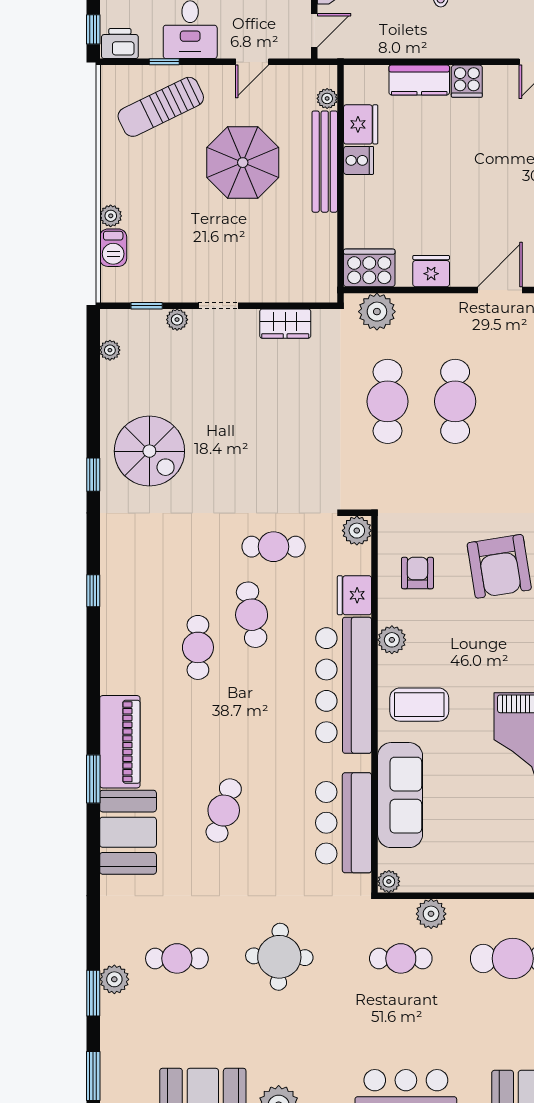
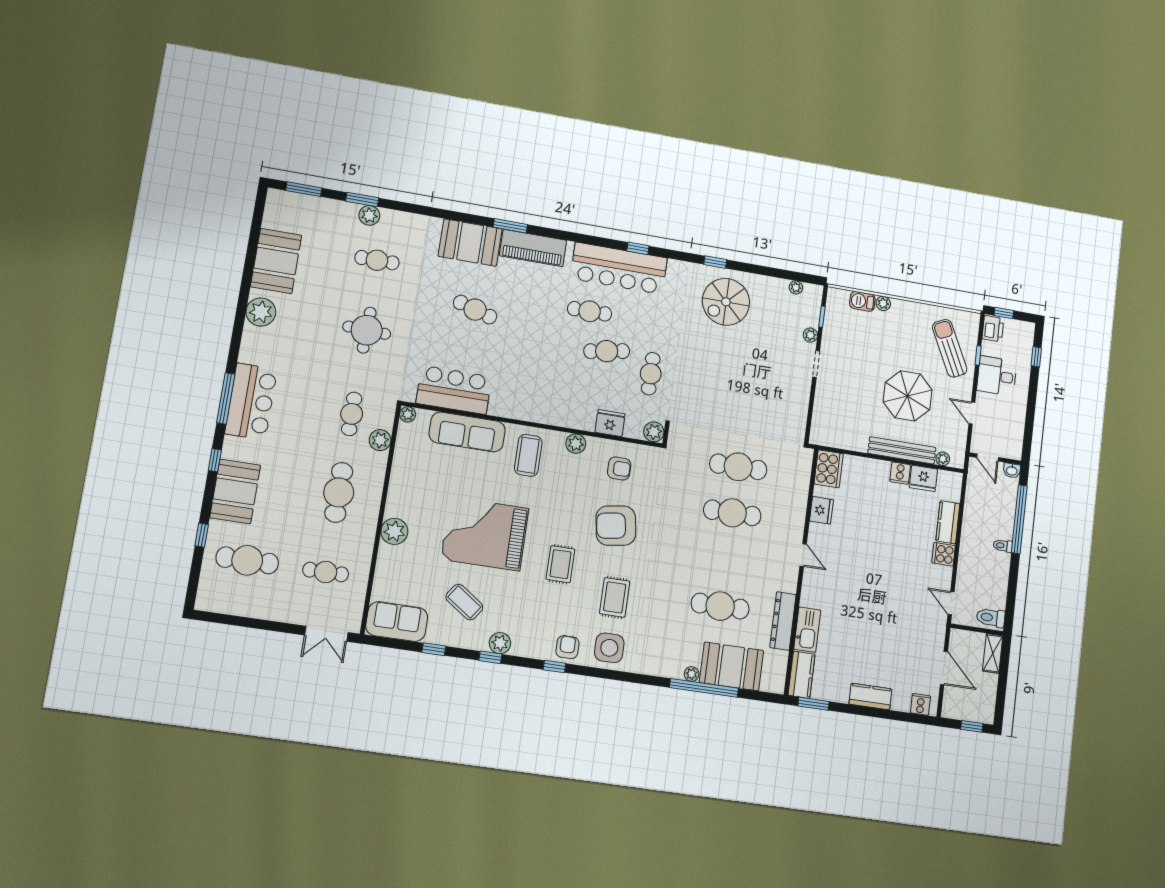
door: (500, 290) -> (803, 555), width x0.73
plant: (377, 312) -> (799, 469), removed
wardrobe: (285, 324) -> (799, 406), removed
bar counter: (344, 685) -> (619, 268), moved, turned 180
cafe table: (177, 958) -> (377, 260), turned 90

